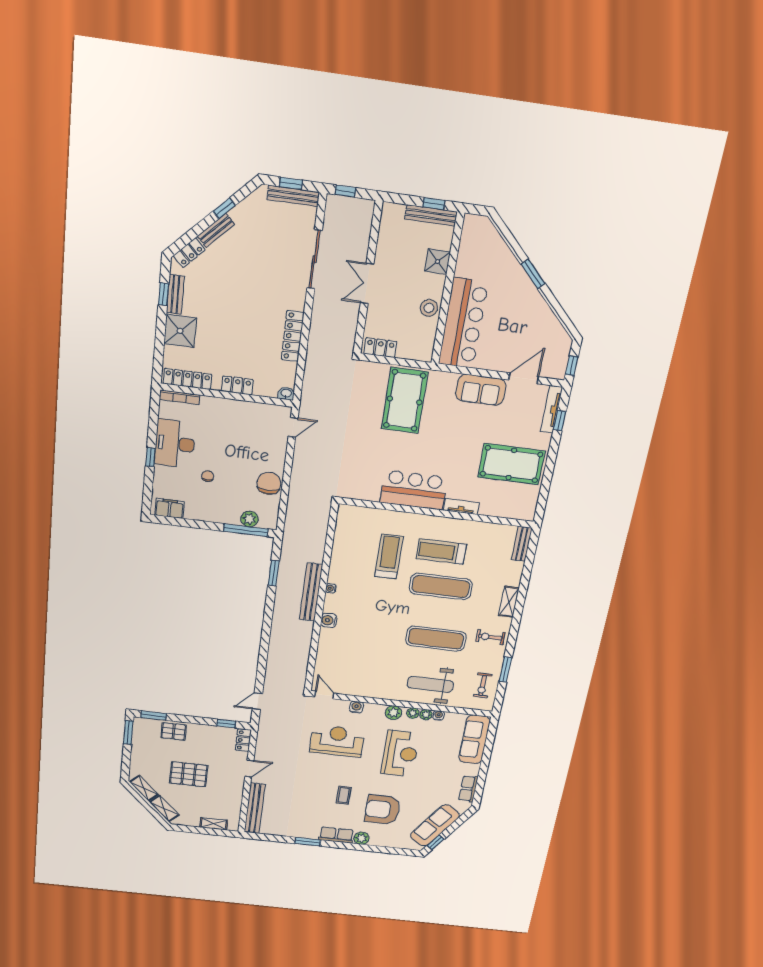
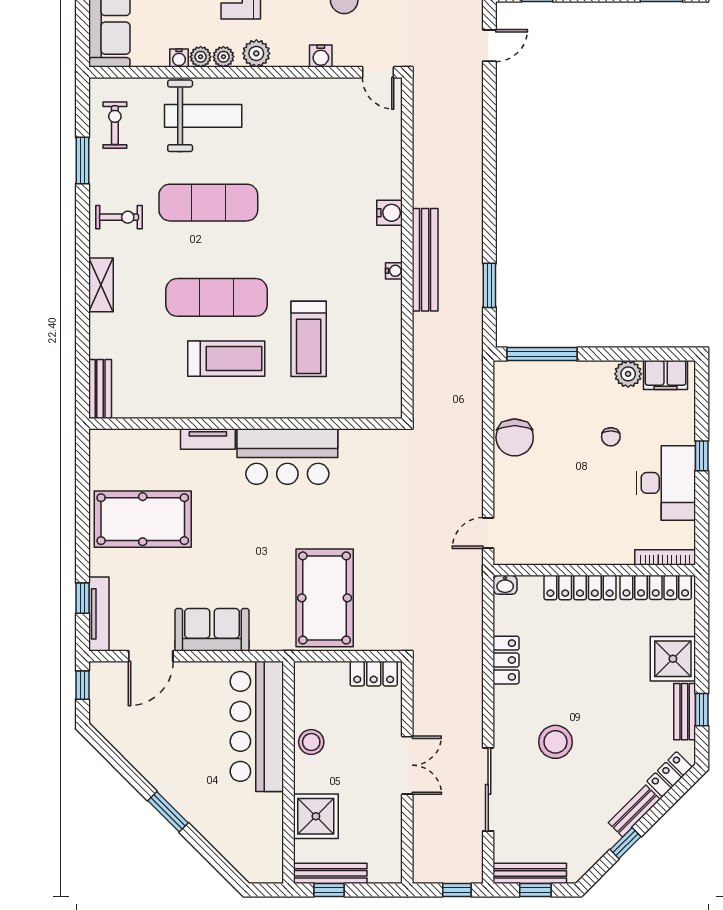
shower: (438, 262) -> (316, 816), width x1.36, depth x1.36
stool: (265, 286) -> (555, 742), added
locker: (293, 336) -> (506, 660), width x0.66
locker: (237, 385) -> (580, 587), width x1.53
plant: (249, 519) -> (628, 374), moved

